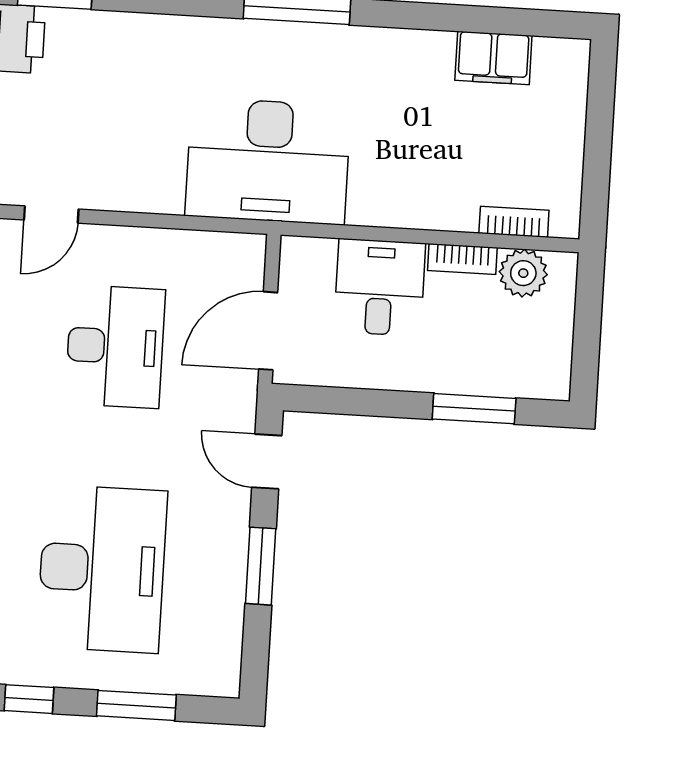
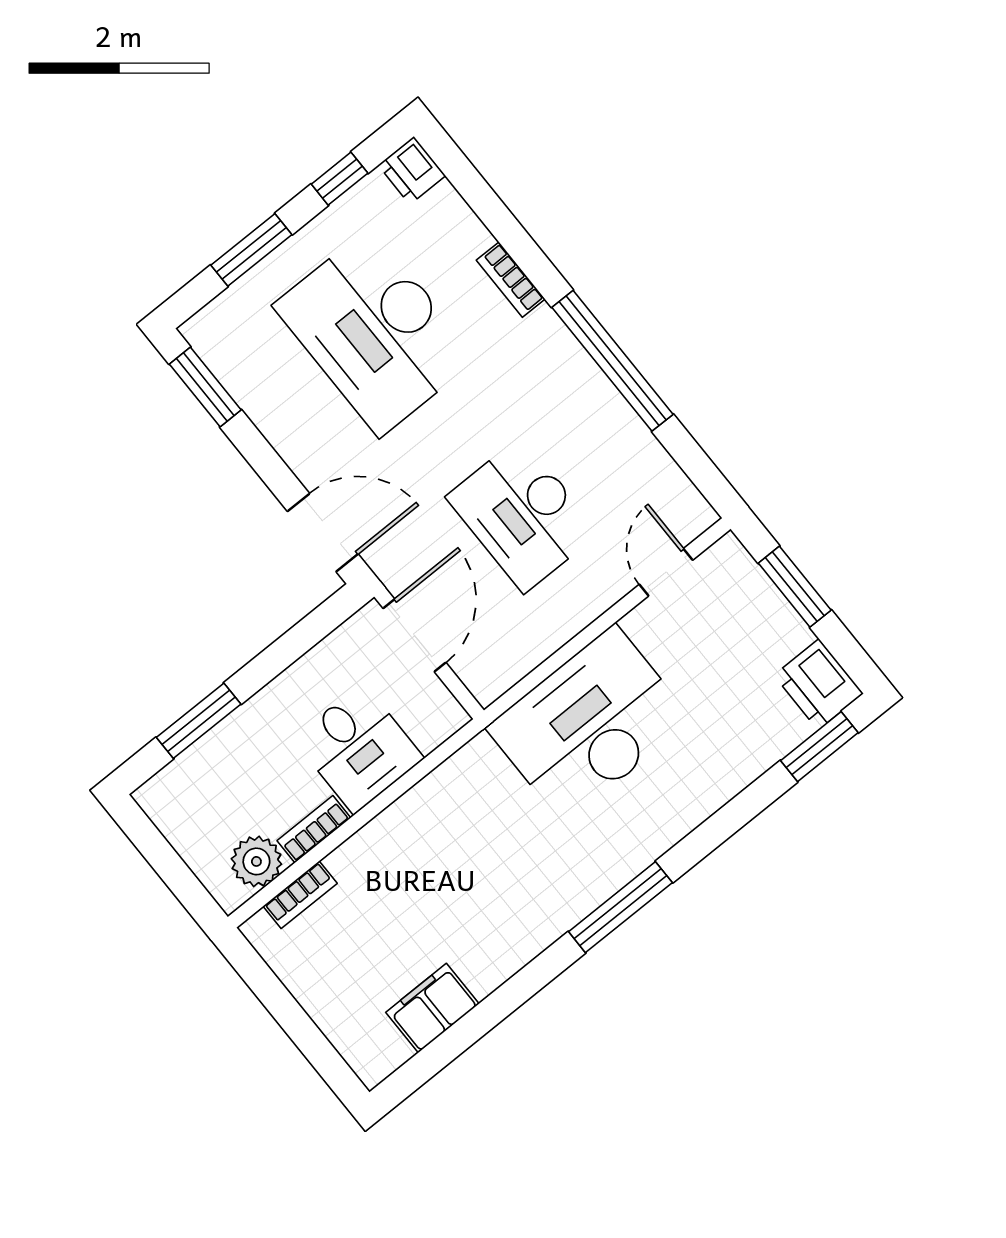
desk: (268, 161) -> (589, 724), moved
door: (267, 461) -> (323, 533), width x1.38
window: (261, 566) -> (205, 387), moved

